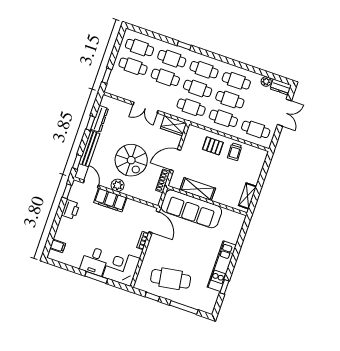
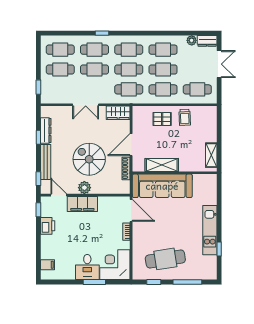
spiral stairs: (131, 160) -> (89, 159), turned 180

